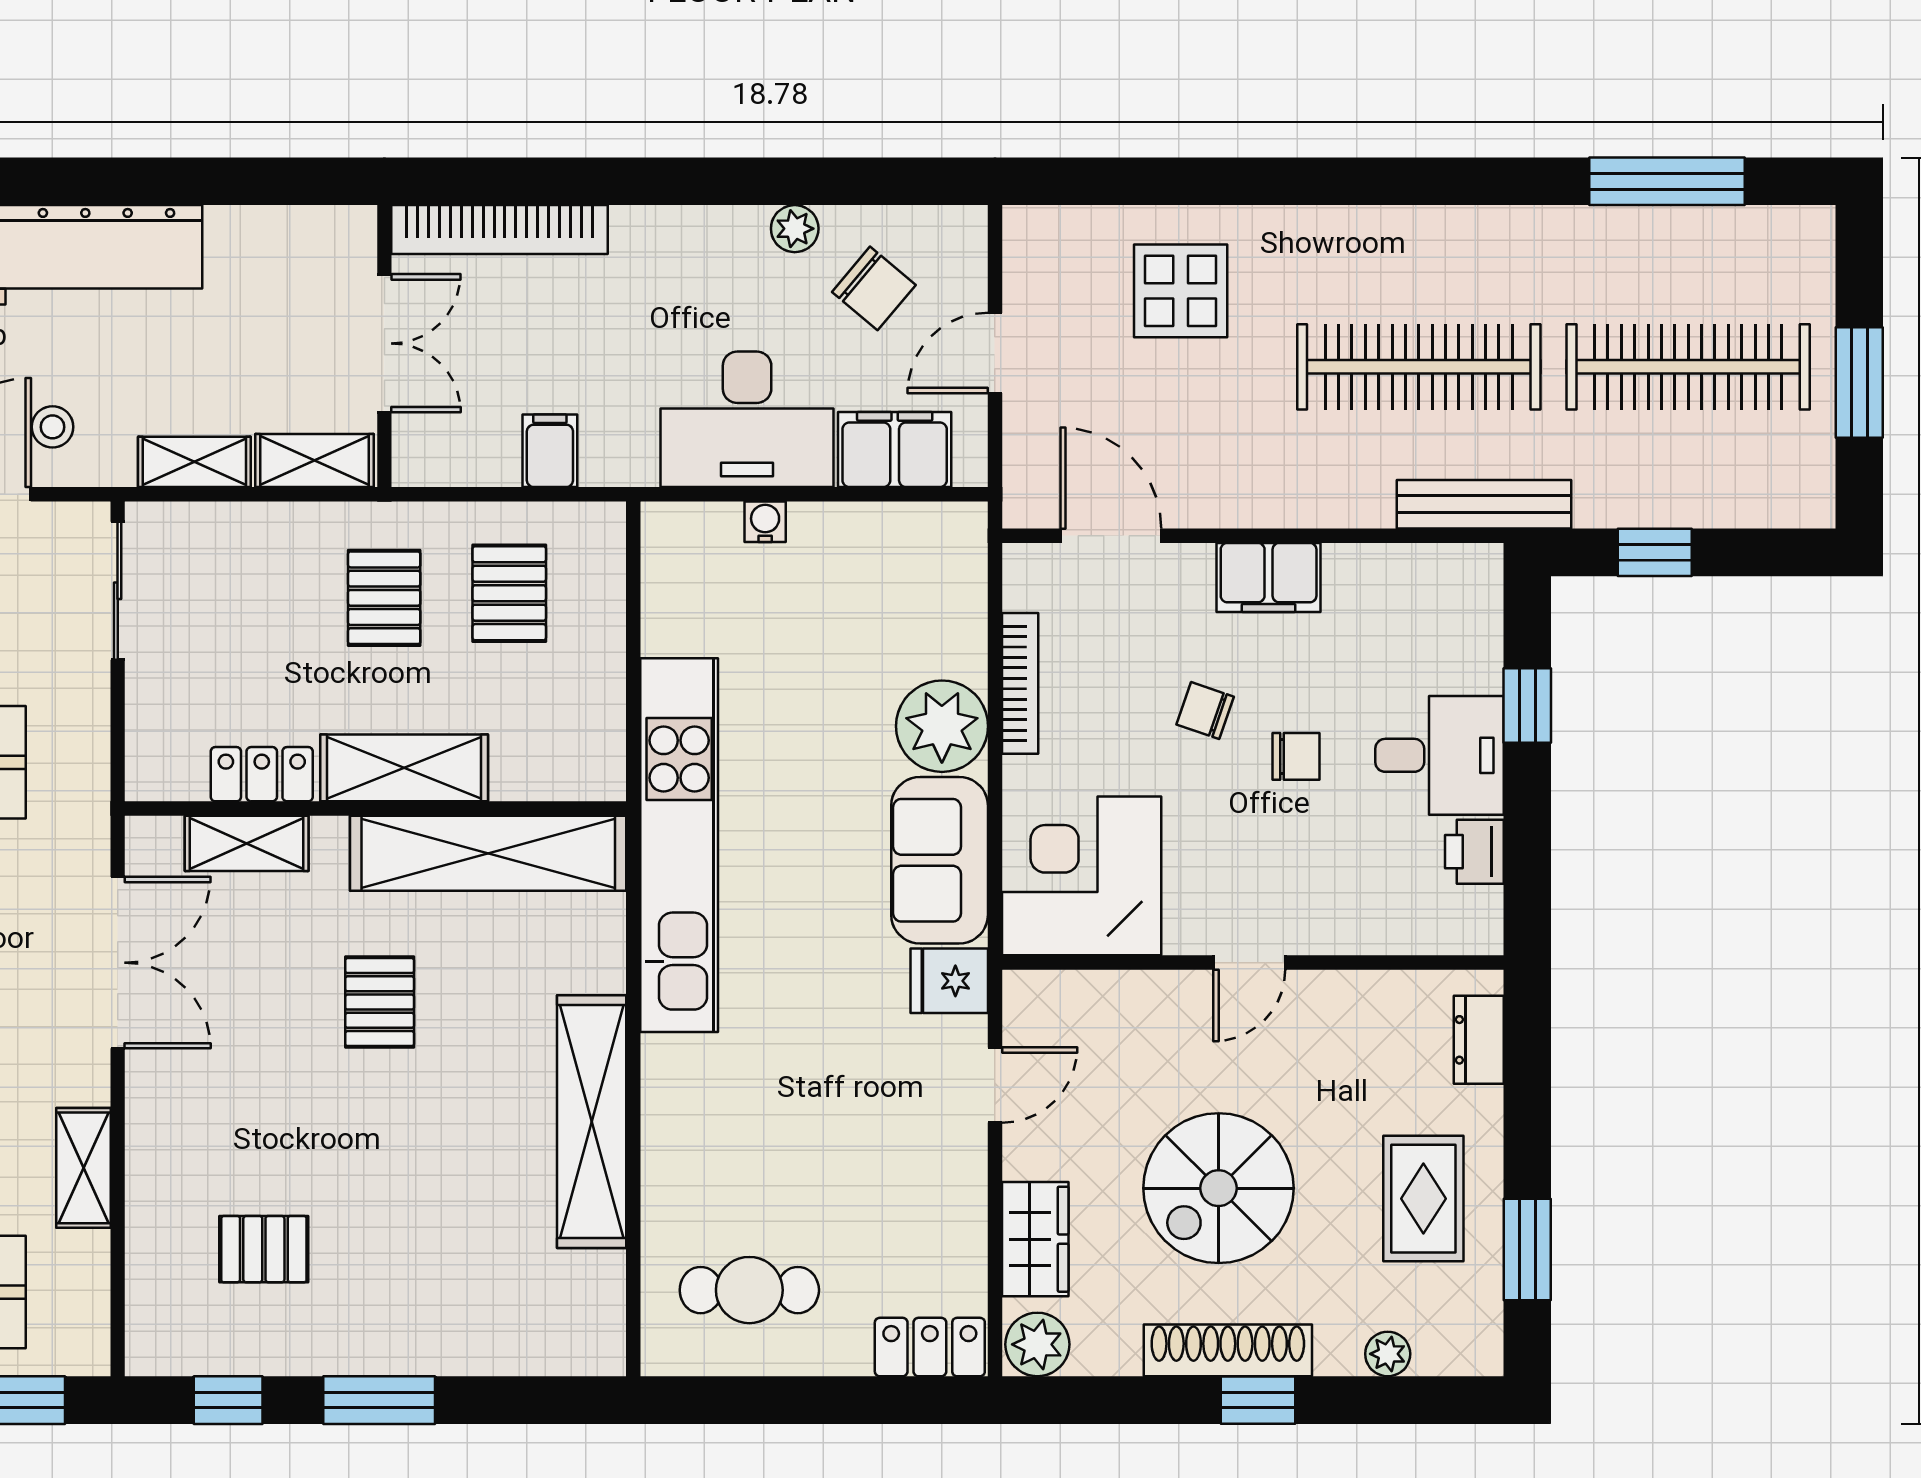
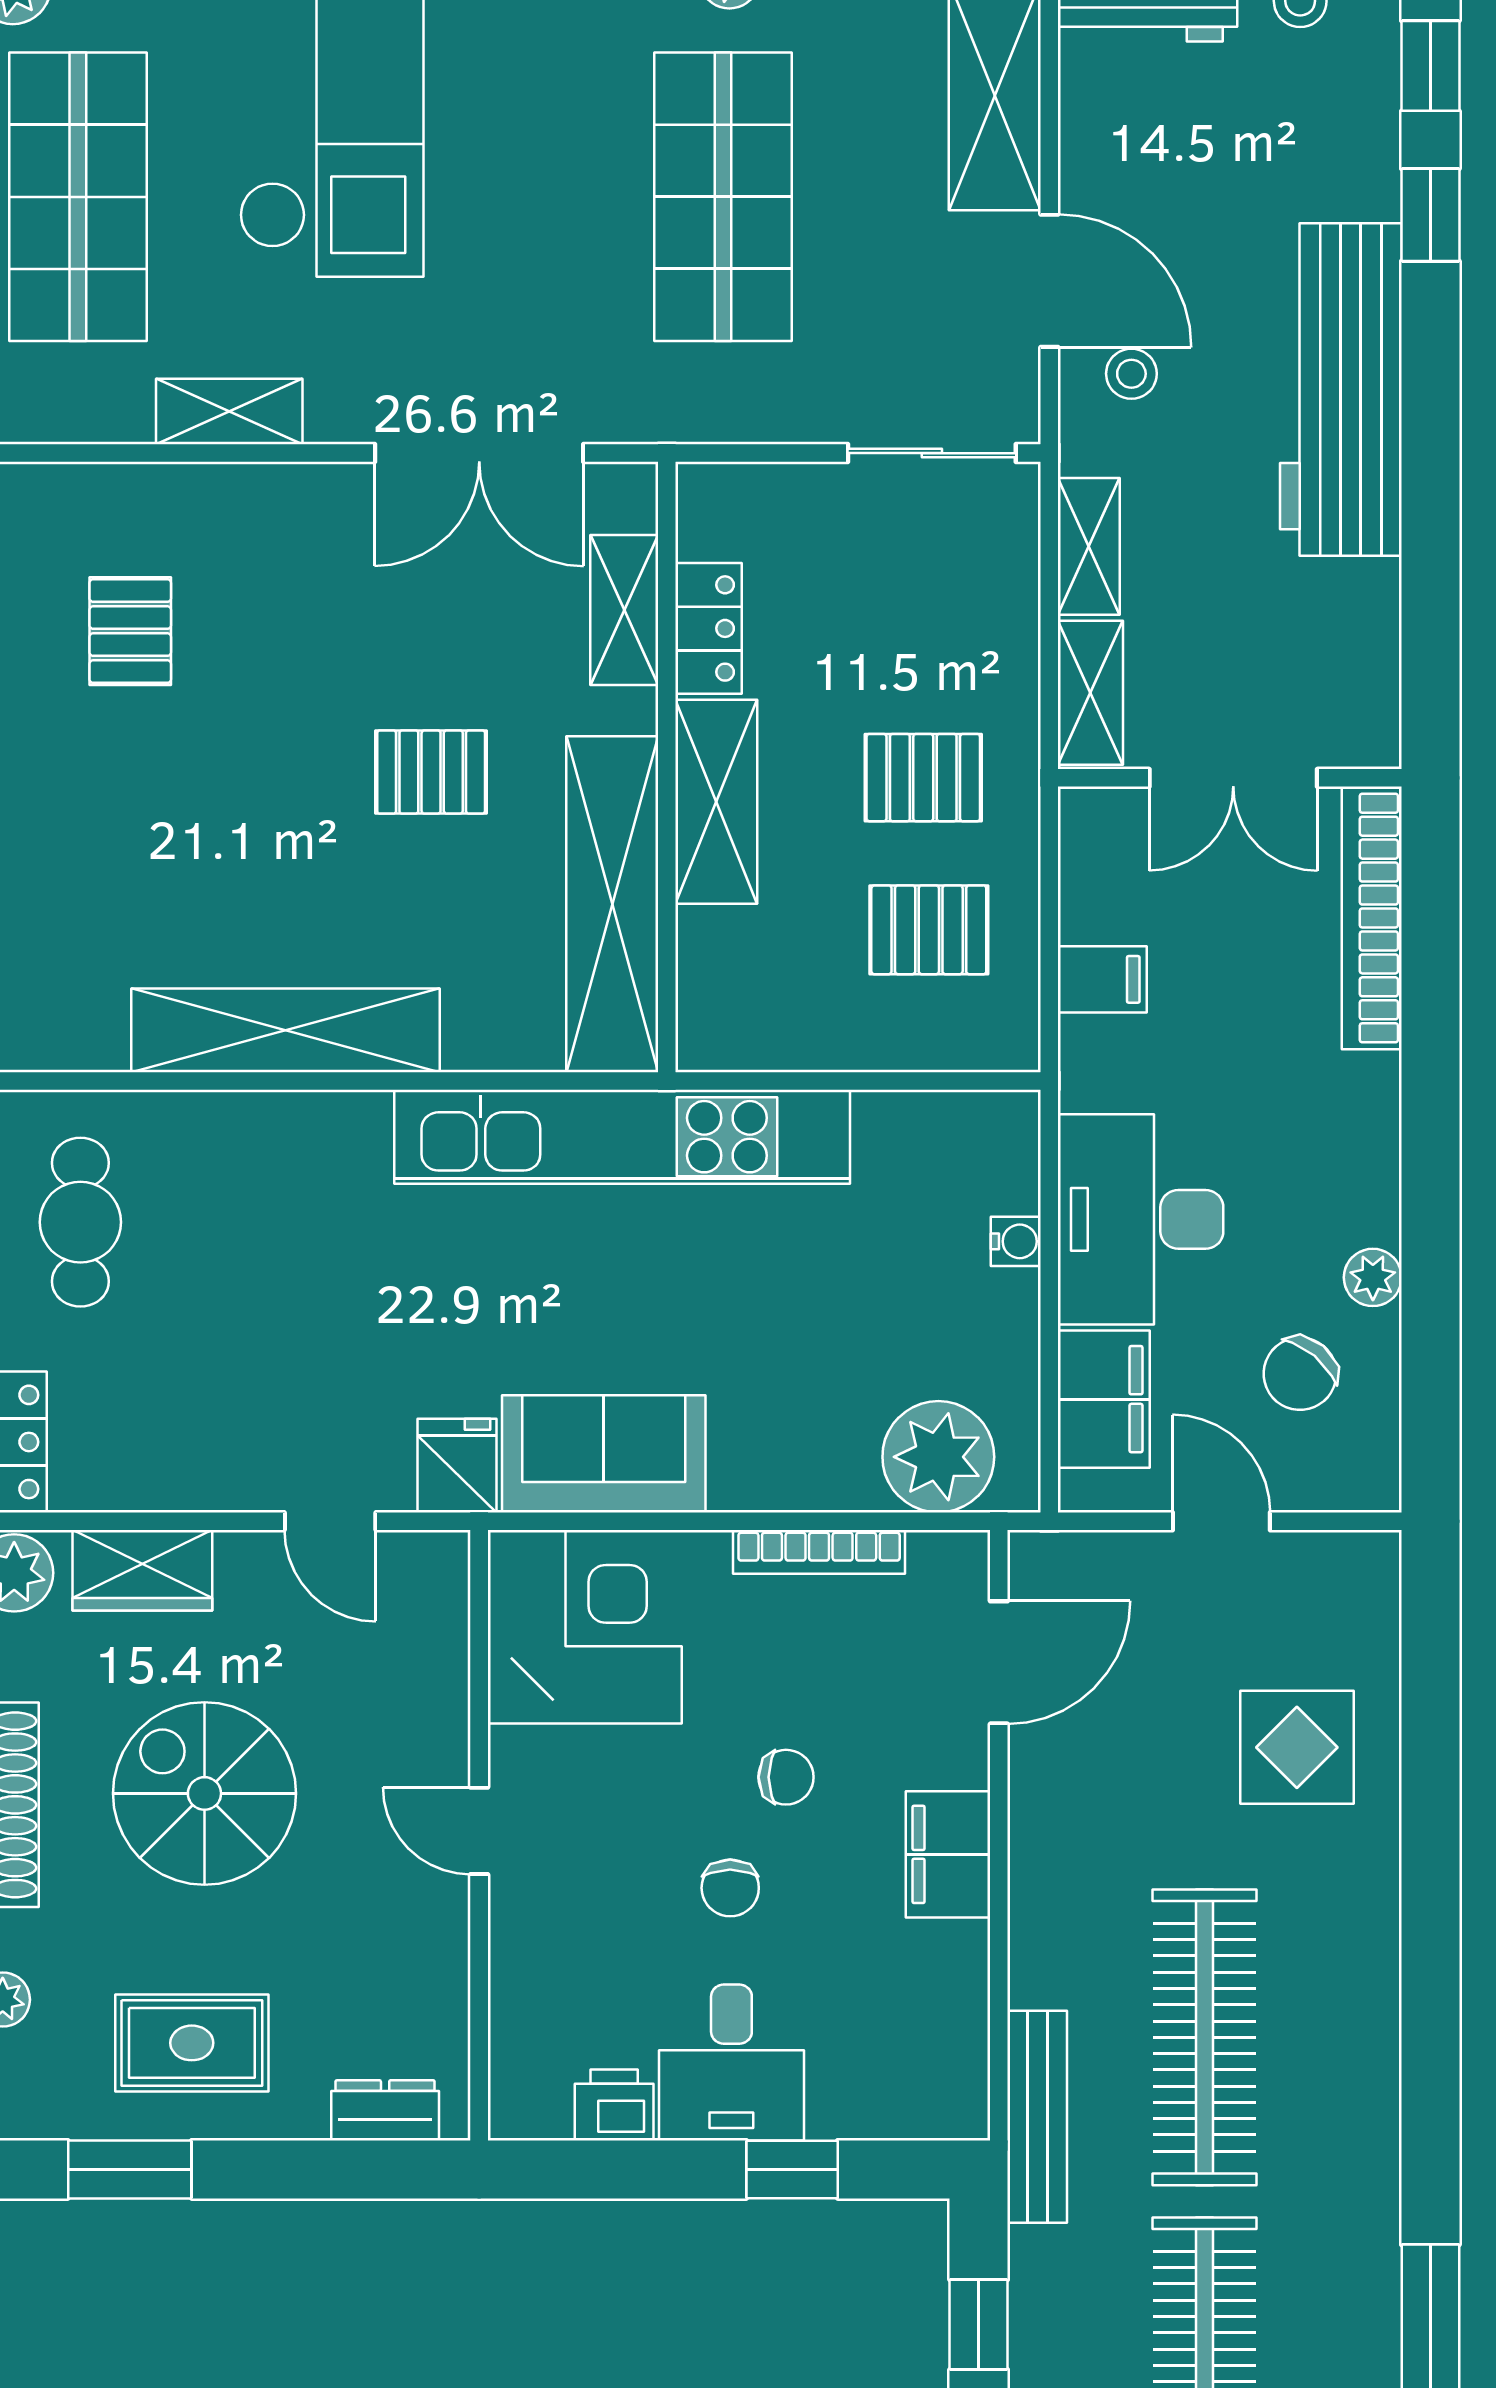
chair: (1205, 711) -> (786, 1777), turned 71
plant: (942, 726) -> (938, 1457), moved

